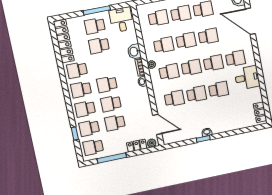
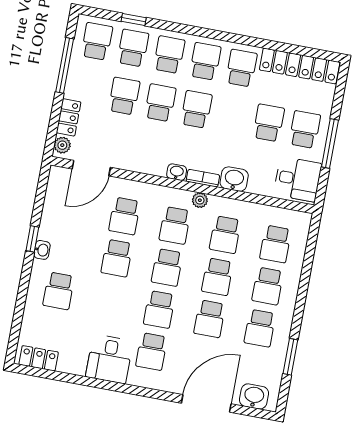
school desk: (219, 90) -> (59, 291), moved

